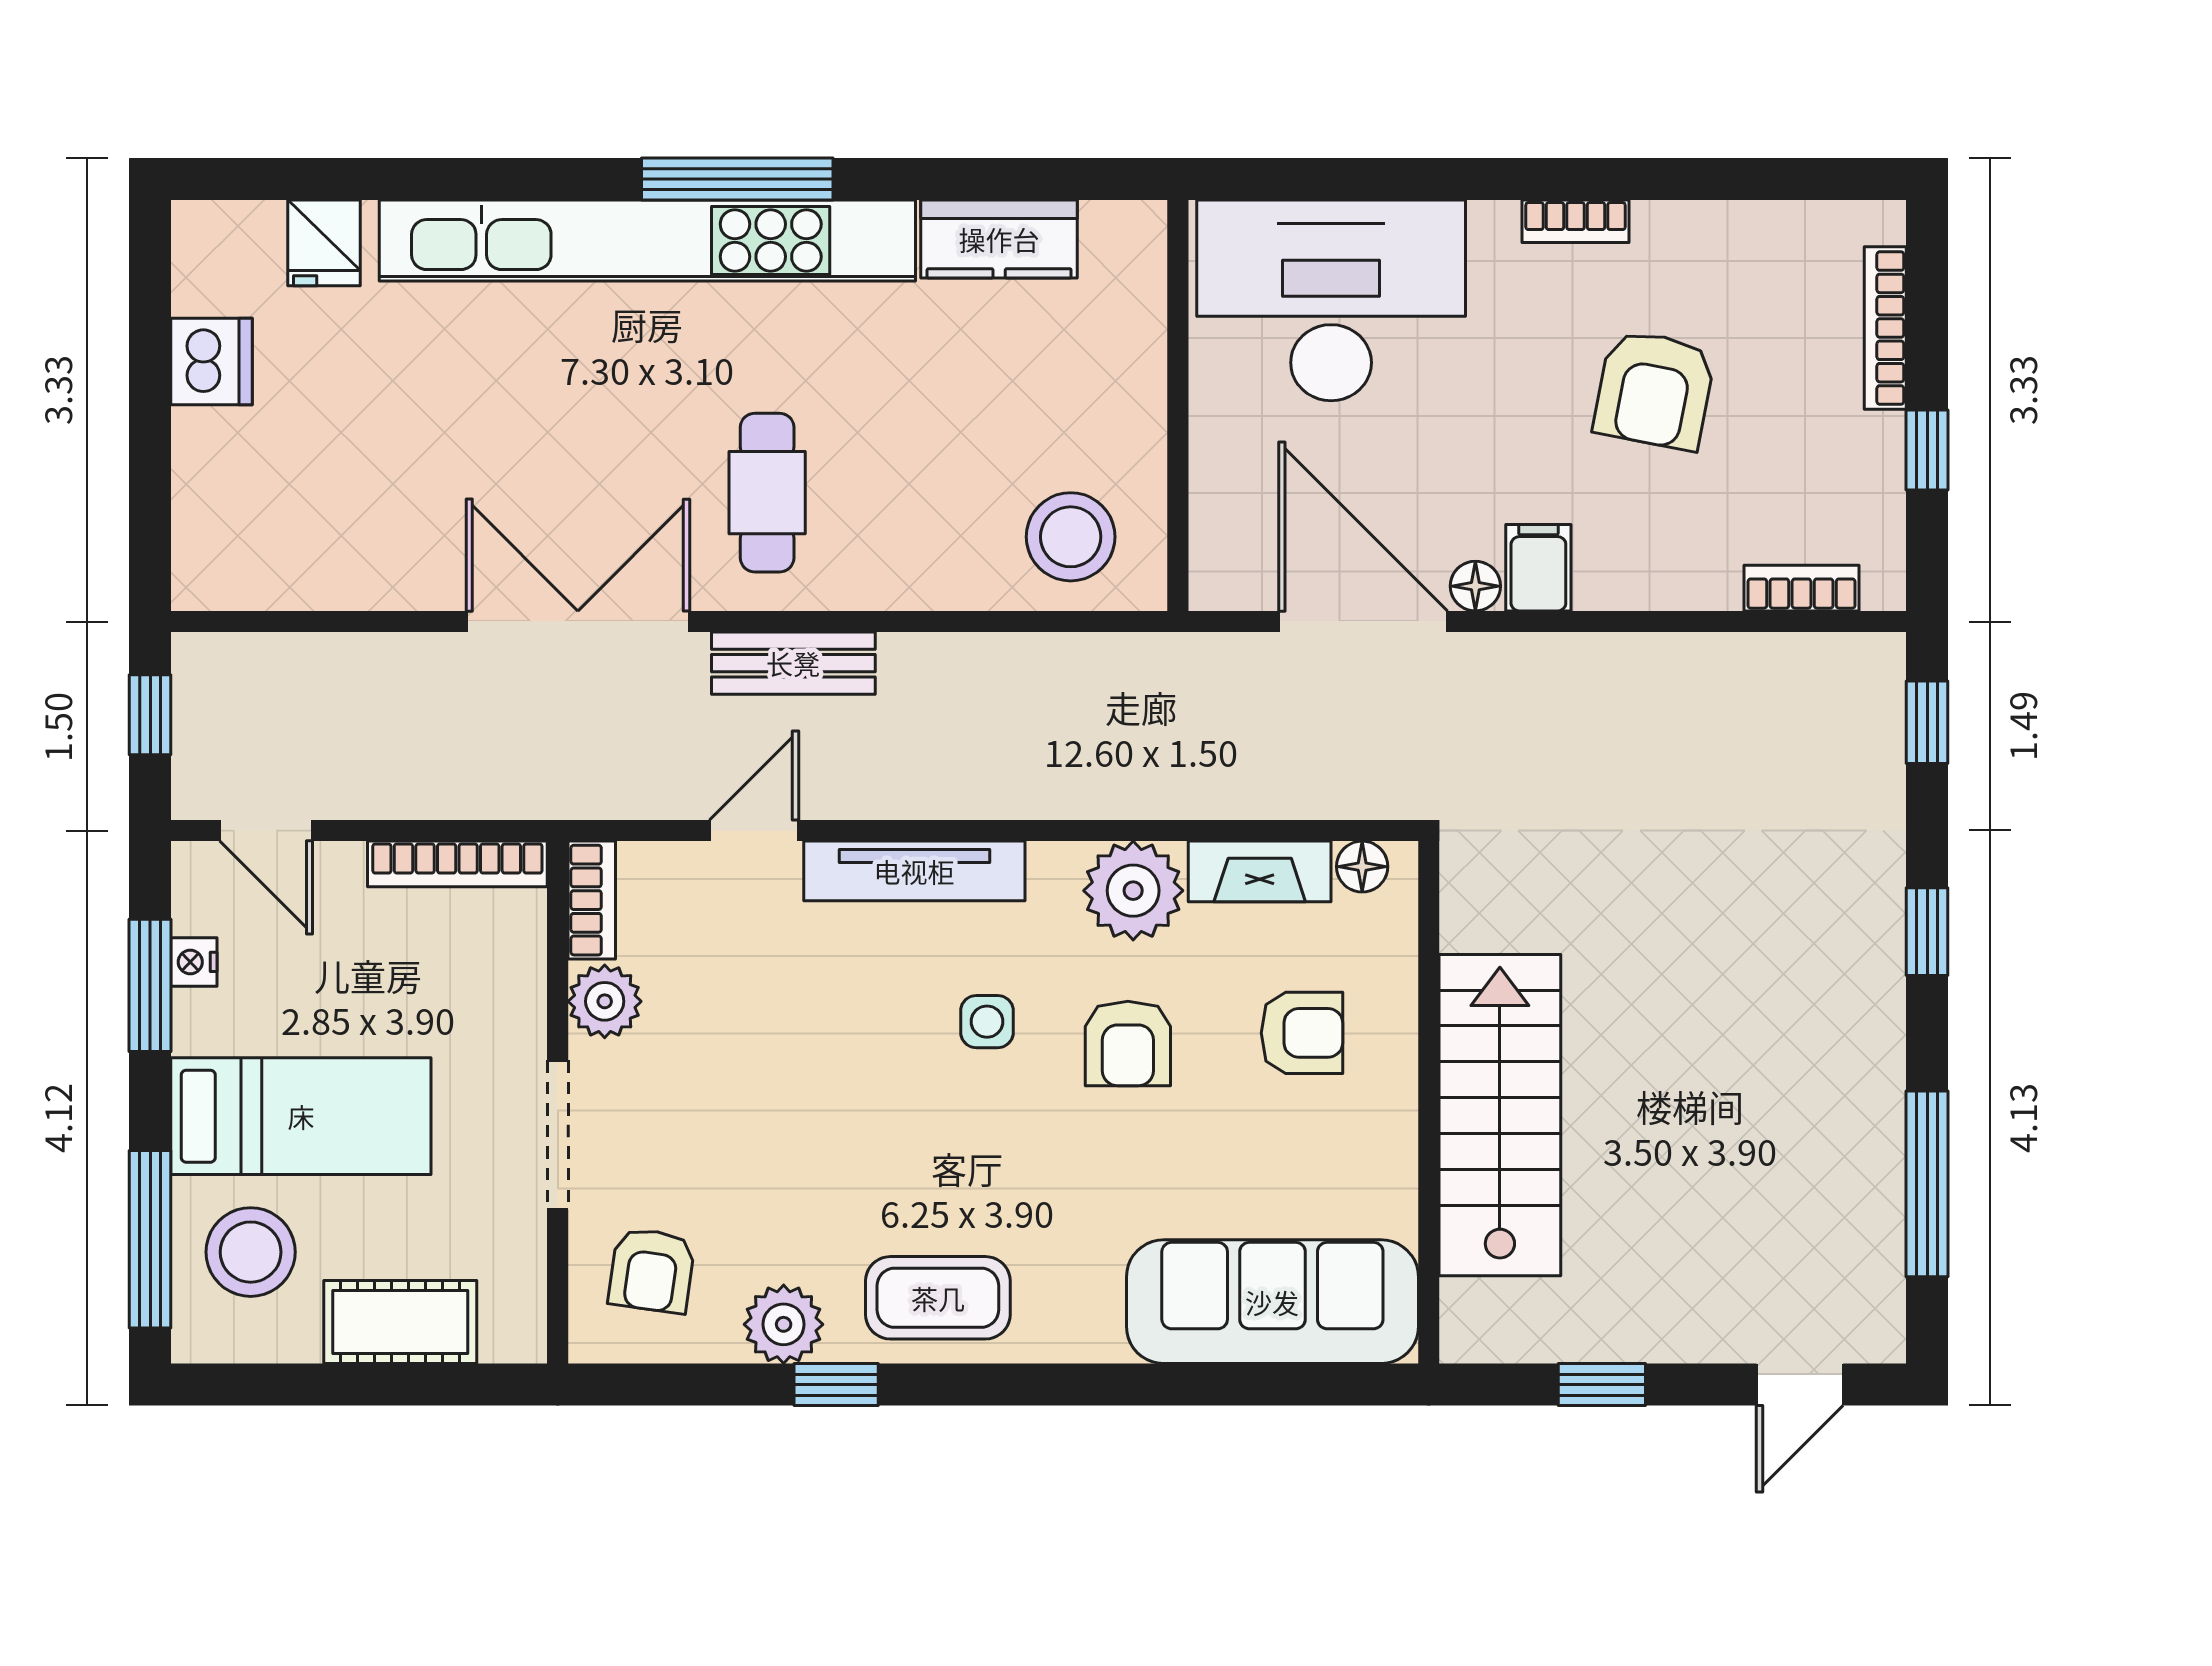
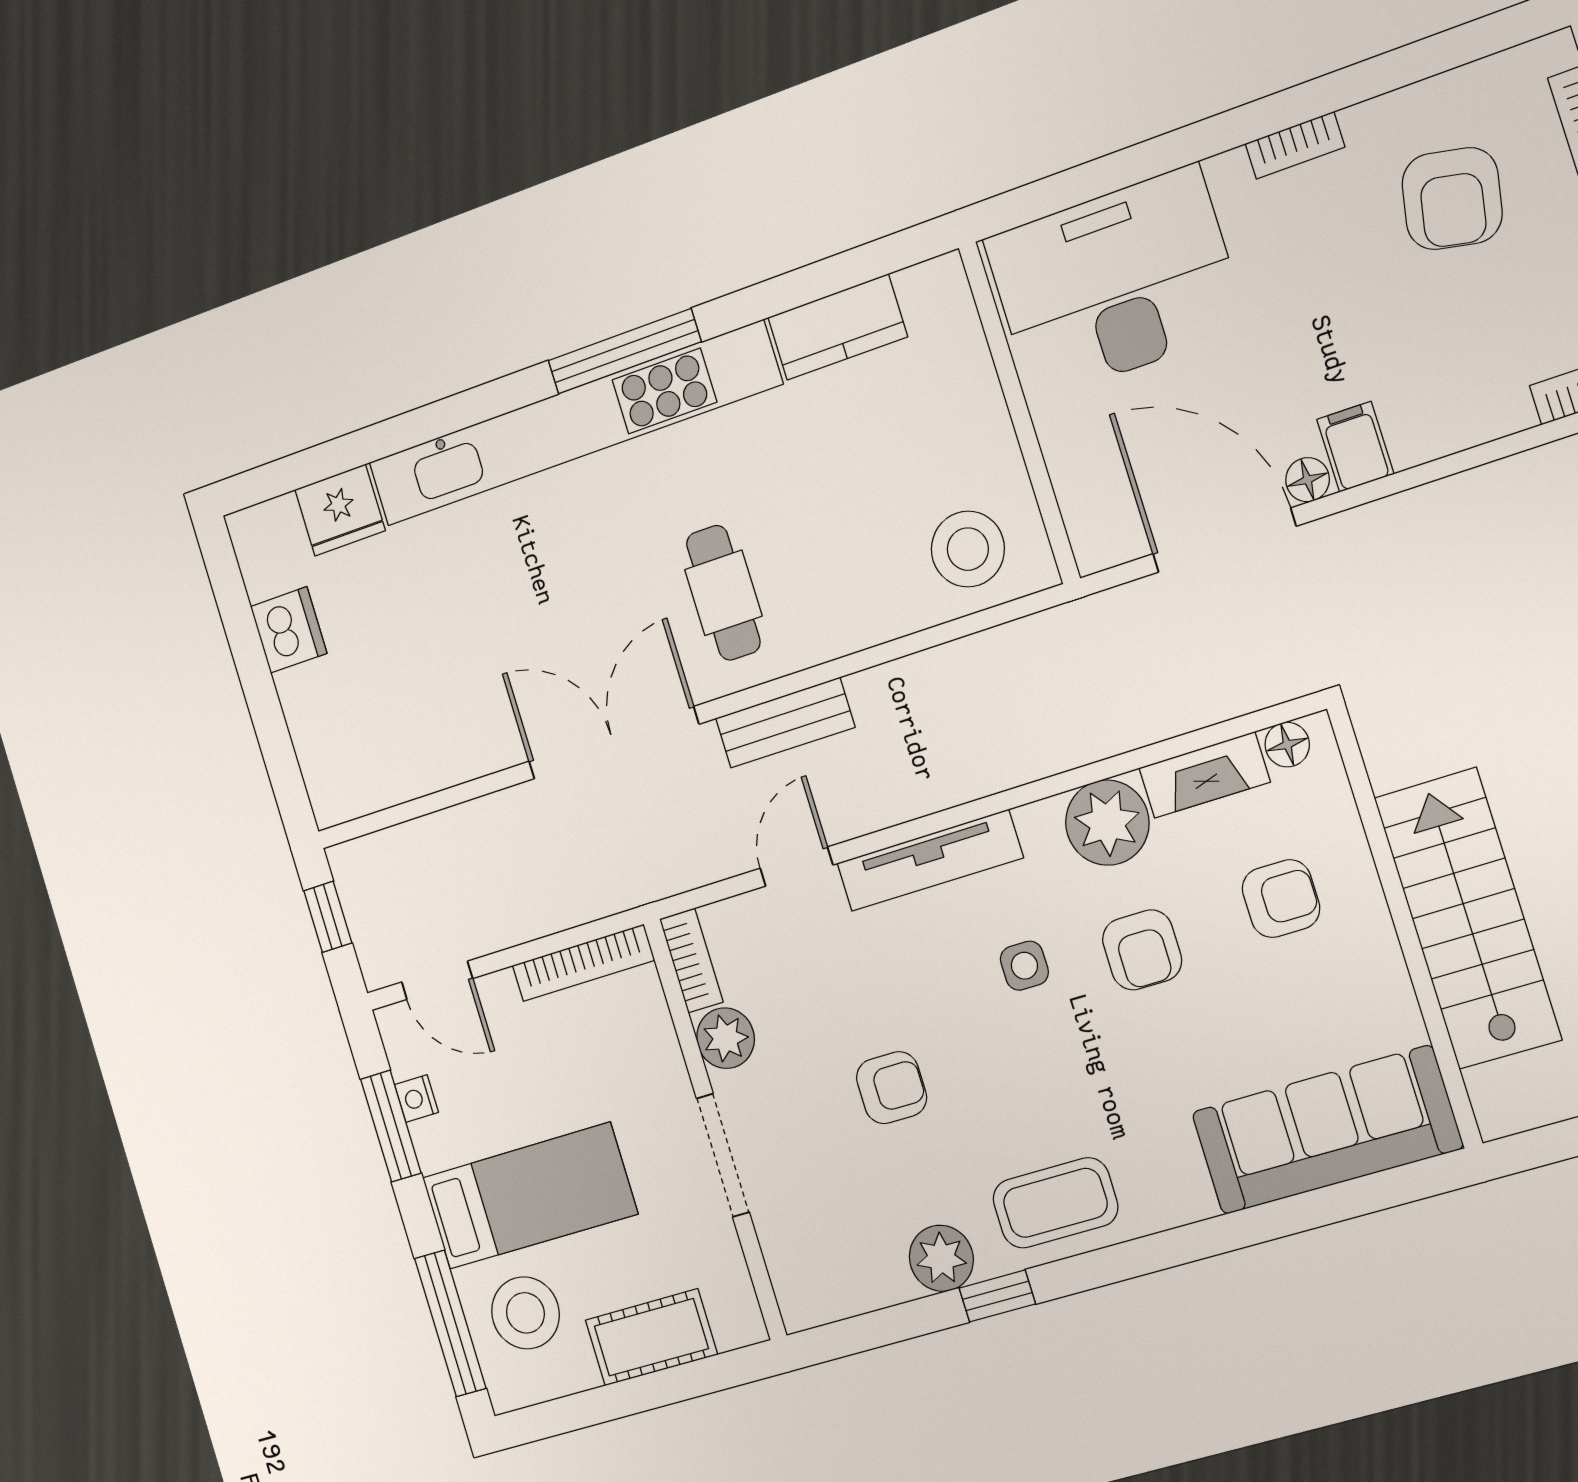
fridge: (324, 243) -> (340, 510), width x1.38
armchair: (1654, 390) -> (1452, 199), moved
armchair: (652, 1270) -> (891, 1088), moved, turned -98

